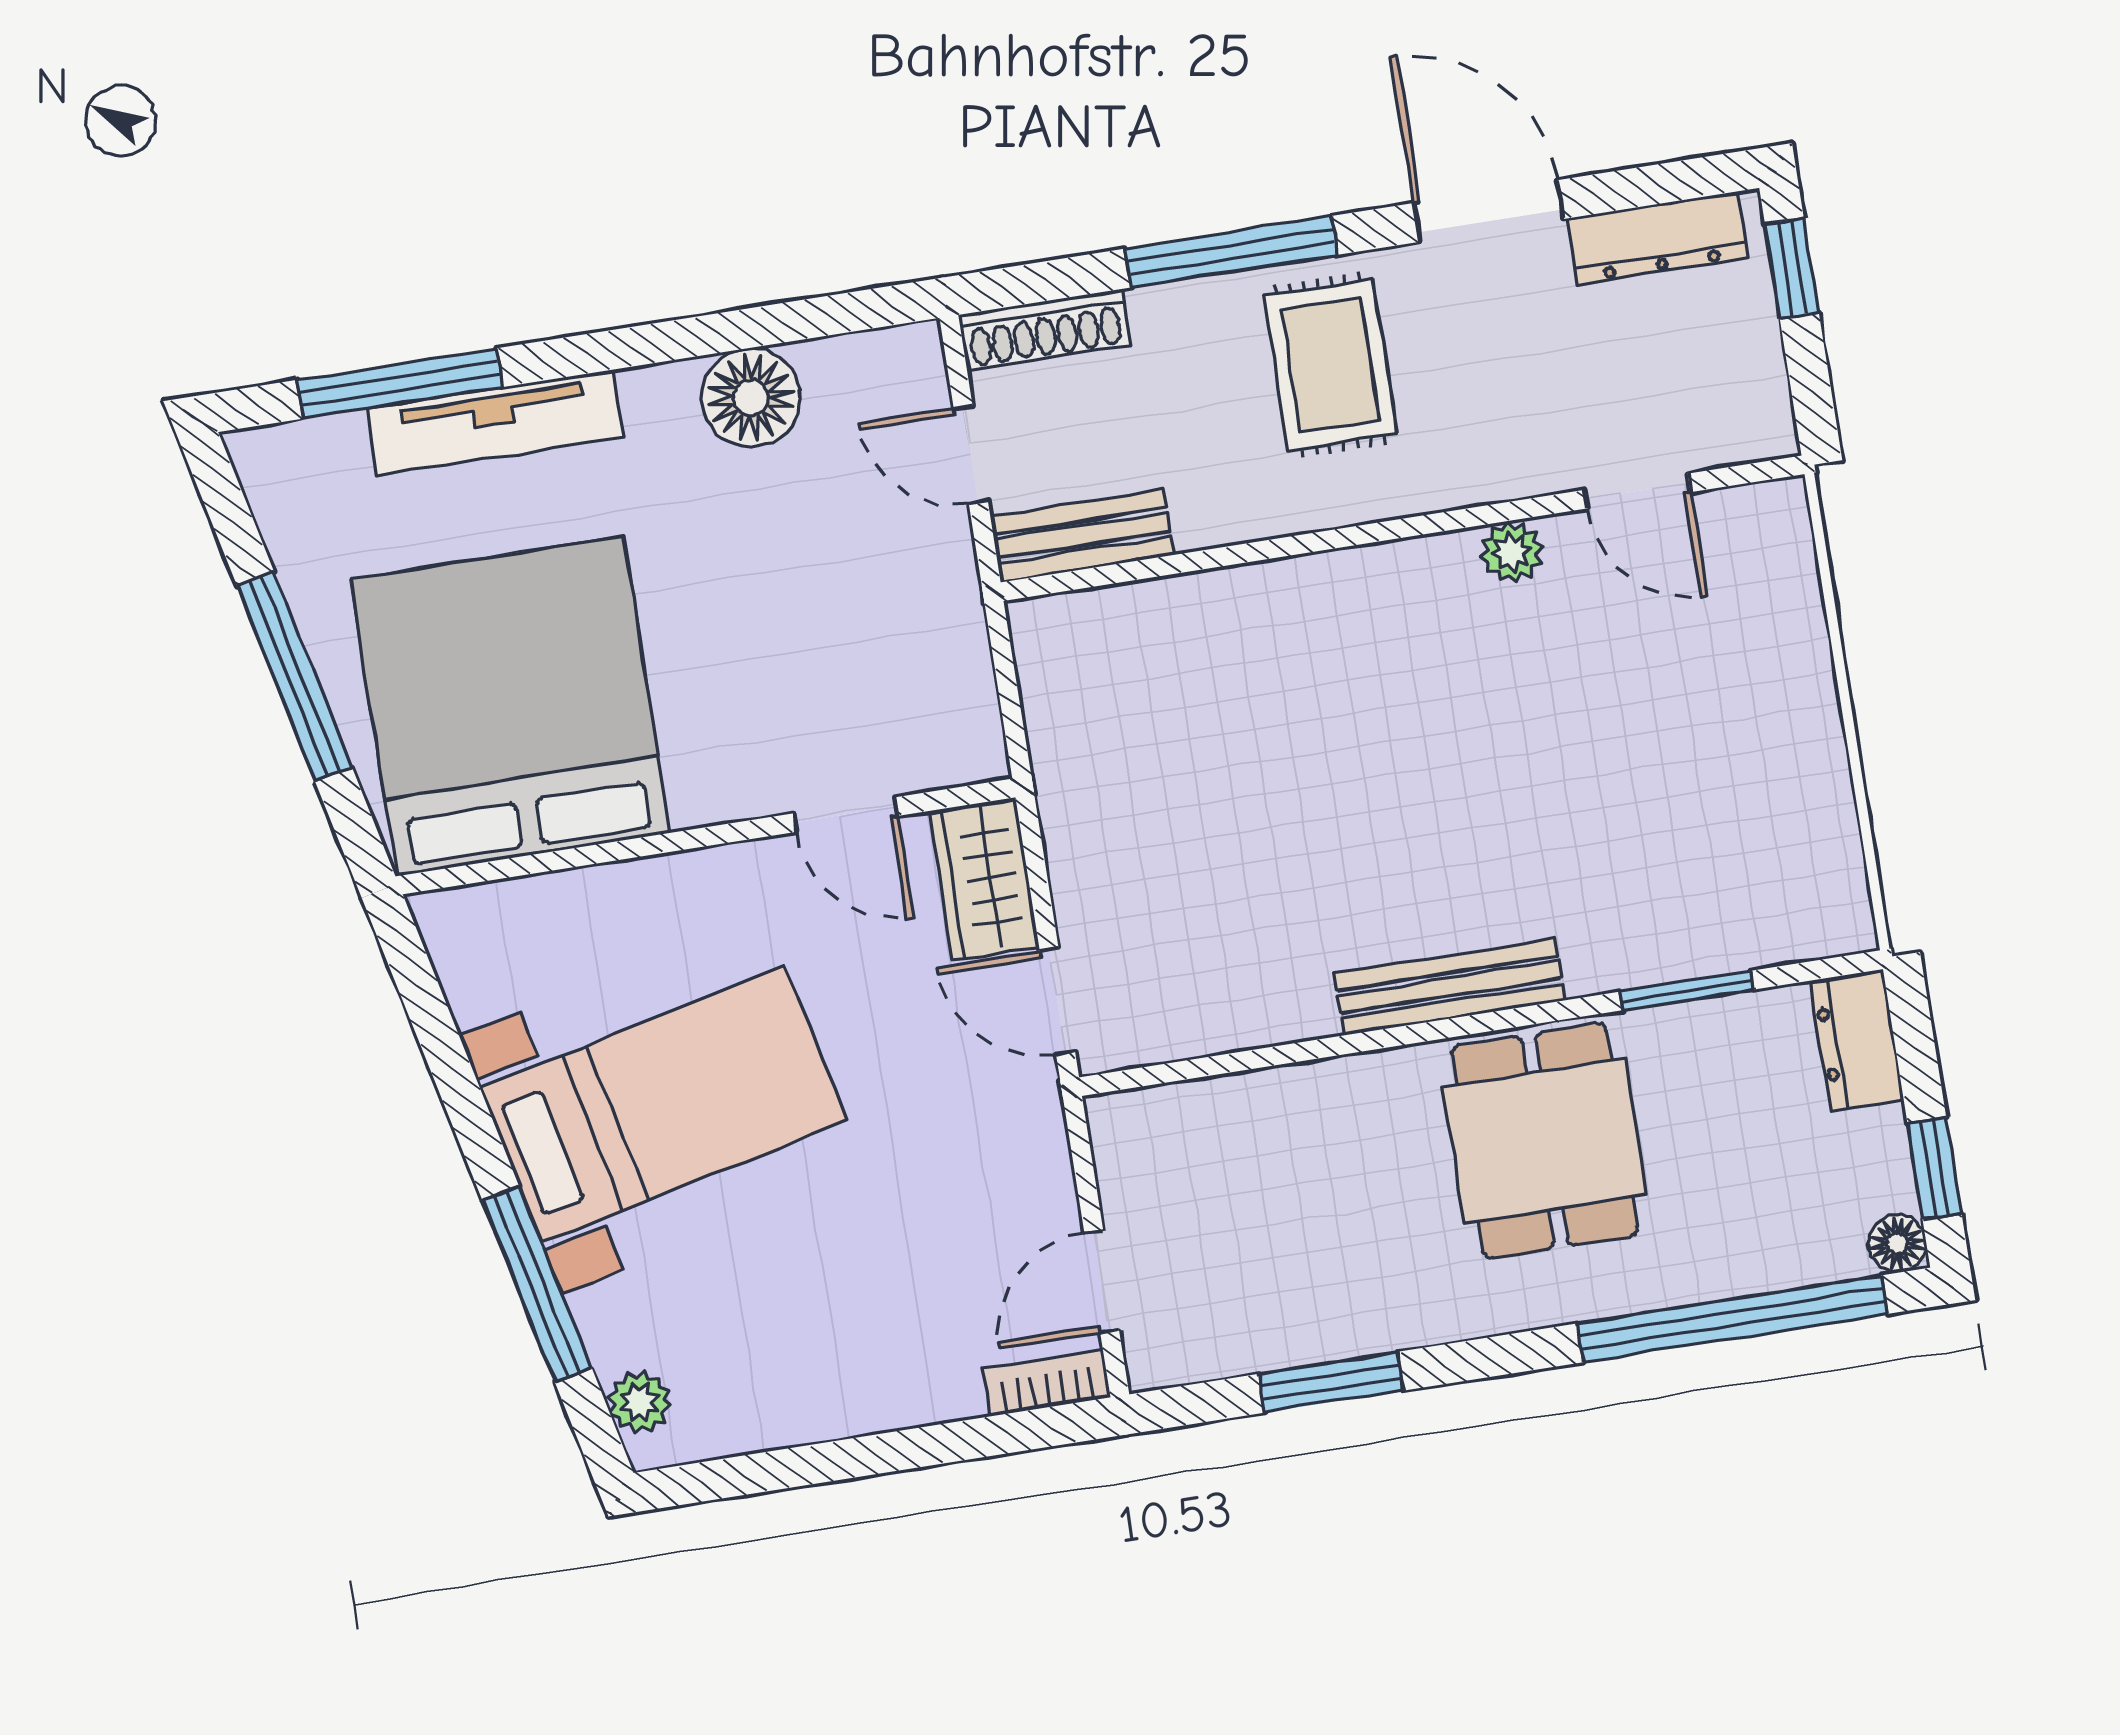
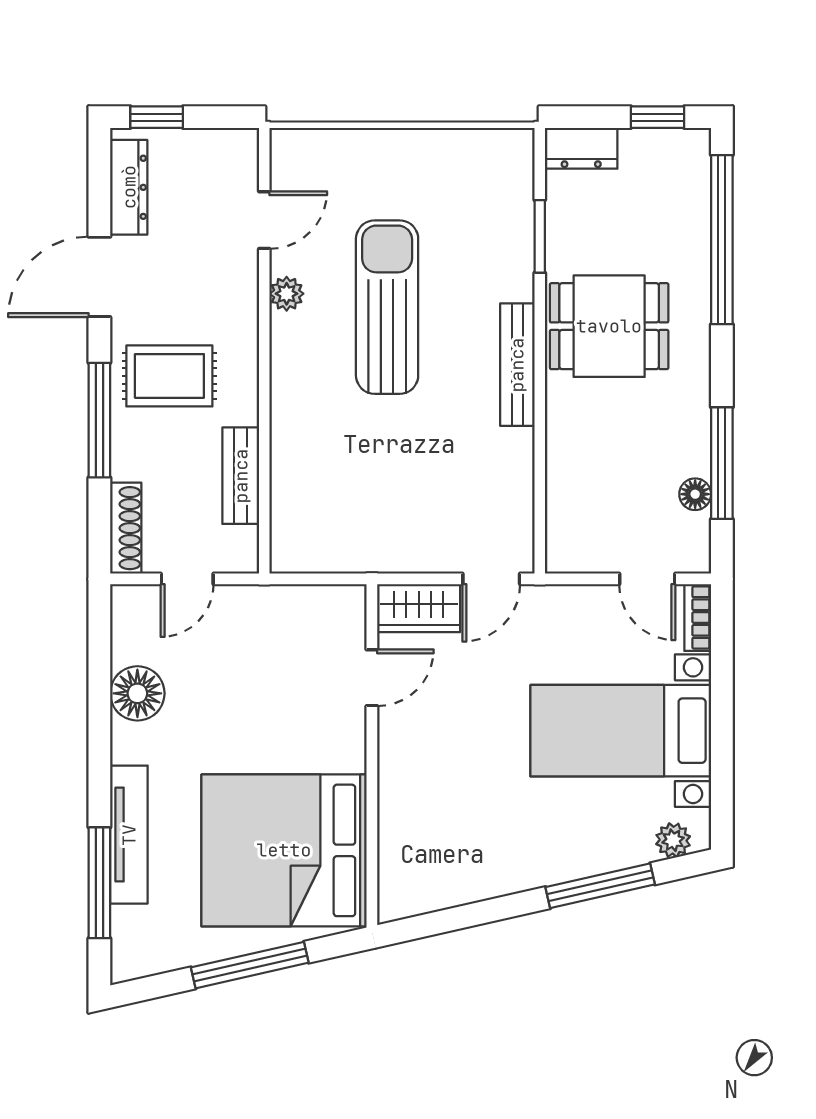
bench: (1082, 536) -> (241, 476), moved
sun lounger: (1516, 736) -> (387, 307), added
bed with nightstands: (663, 1104) -> (621, 731), moved, turned -77
floor lamp: (1897, 1243) -> (695, 494), moved
window: (1331, 1382) -> (722, 463), width x1.44

